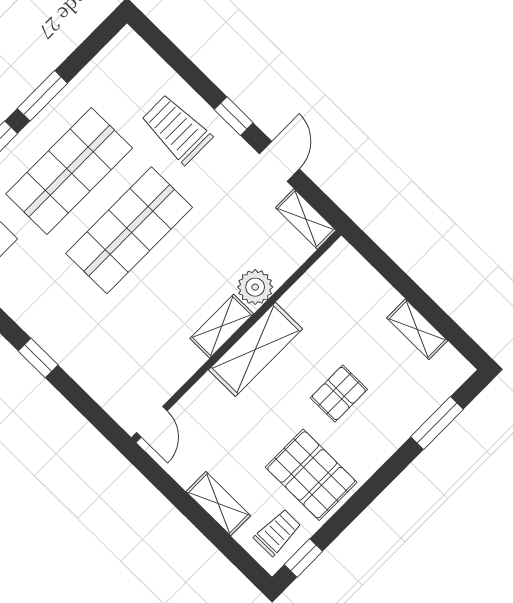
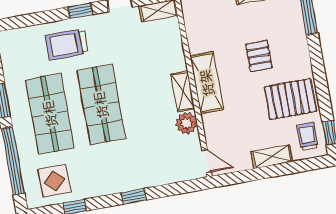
plant: (255, 287) -> (186, 123), moved

